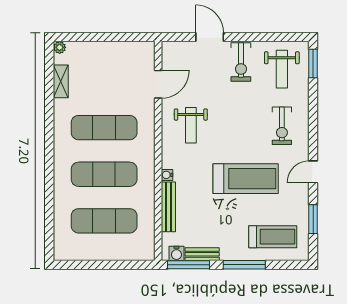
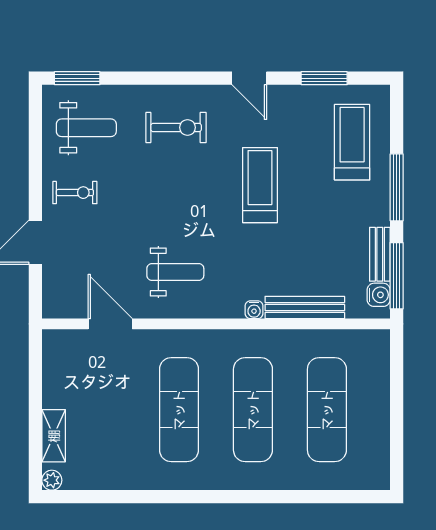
exercise bike: (241, 62) -> (75, 193), width x0.73, depth x0.72
shelving: (61, 81) -> (54, 436), moved, turned 90
treadmill: (246, 179) -> (260, 185), width x0.73, depth x0.73

